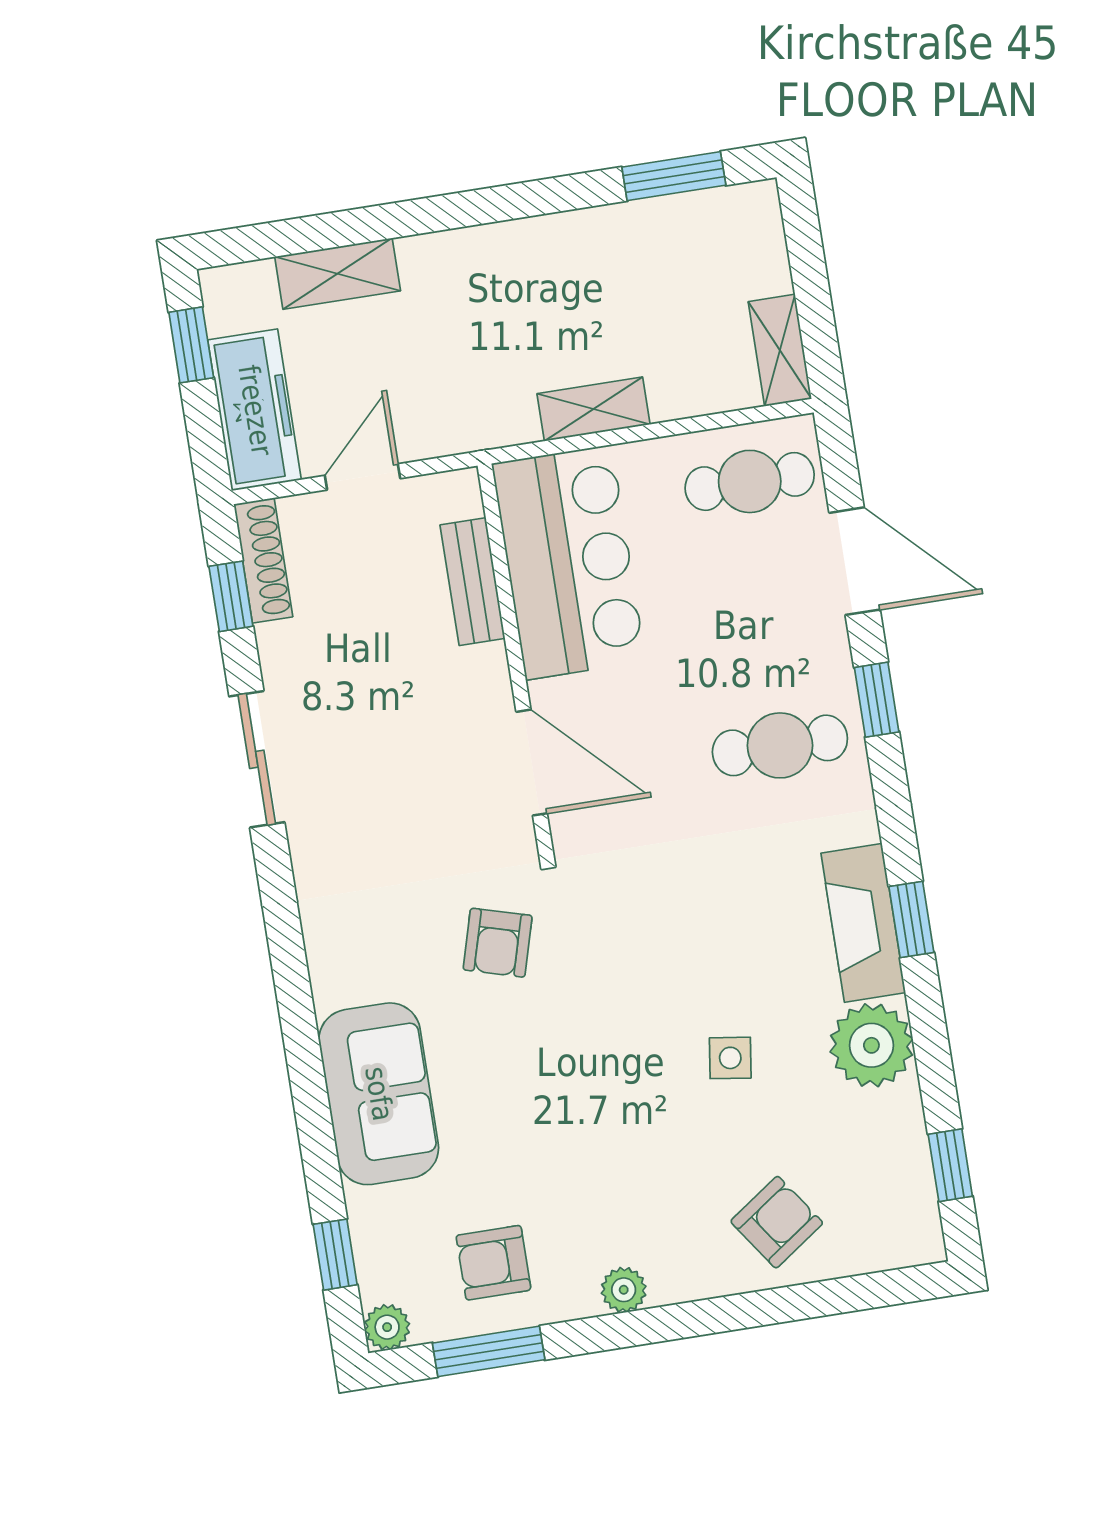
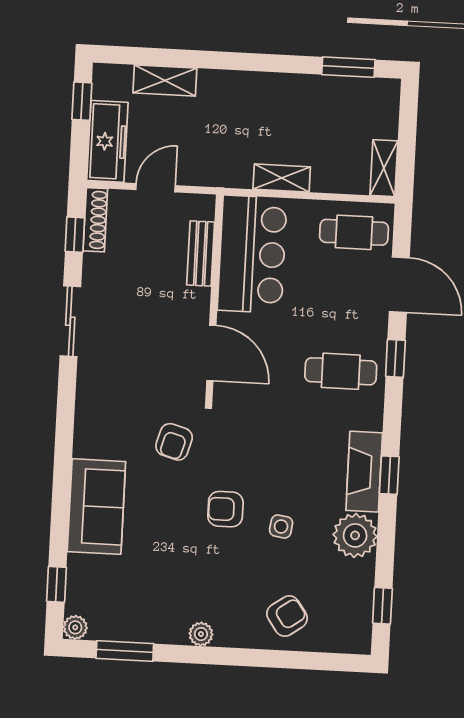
armchair: (493, 1263) -> (225, 509), moved

